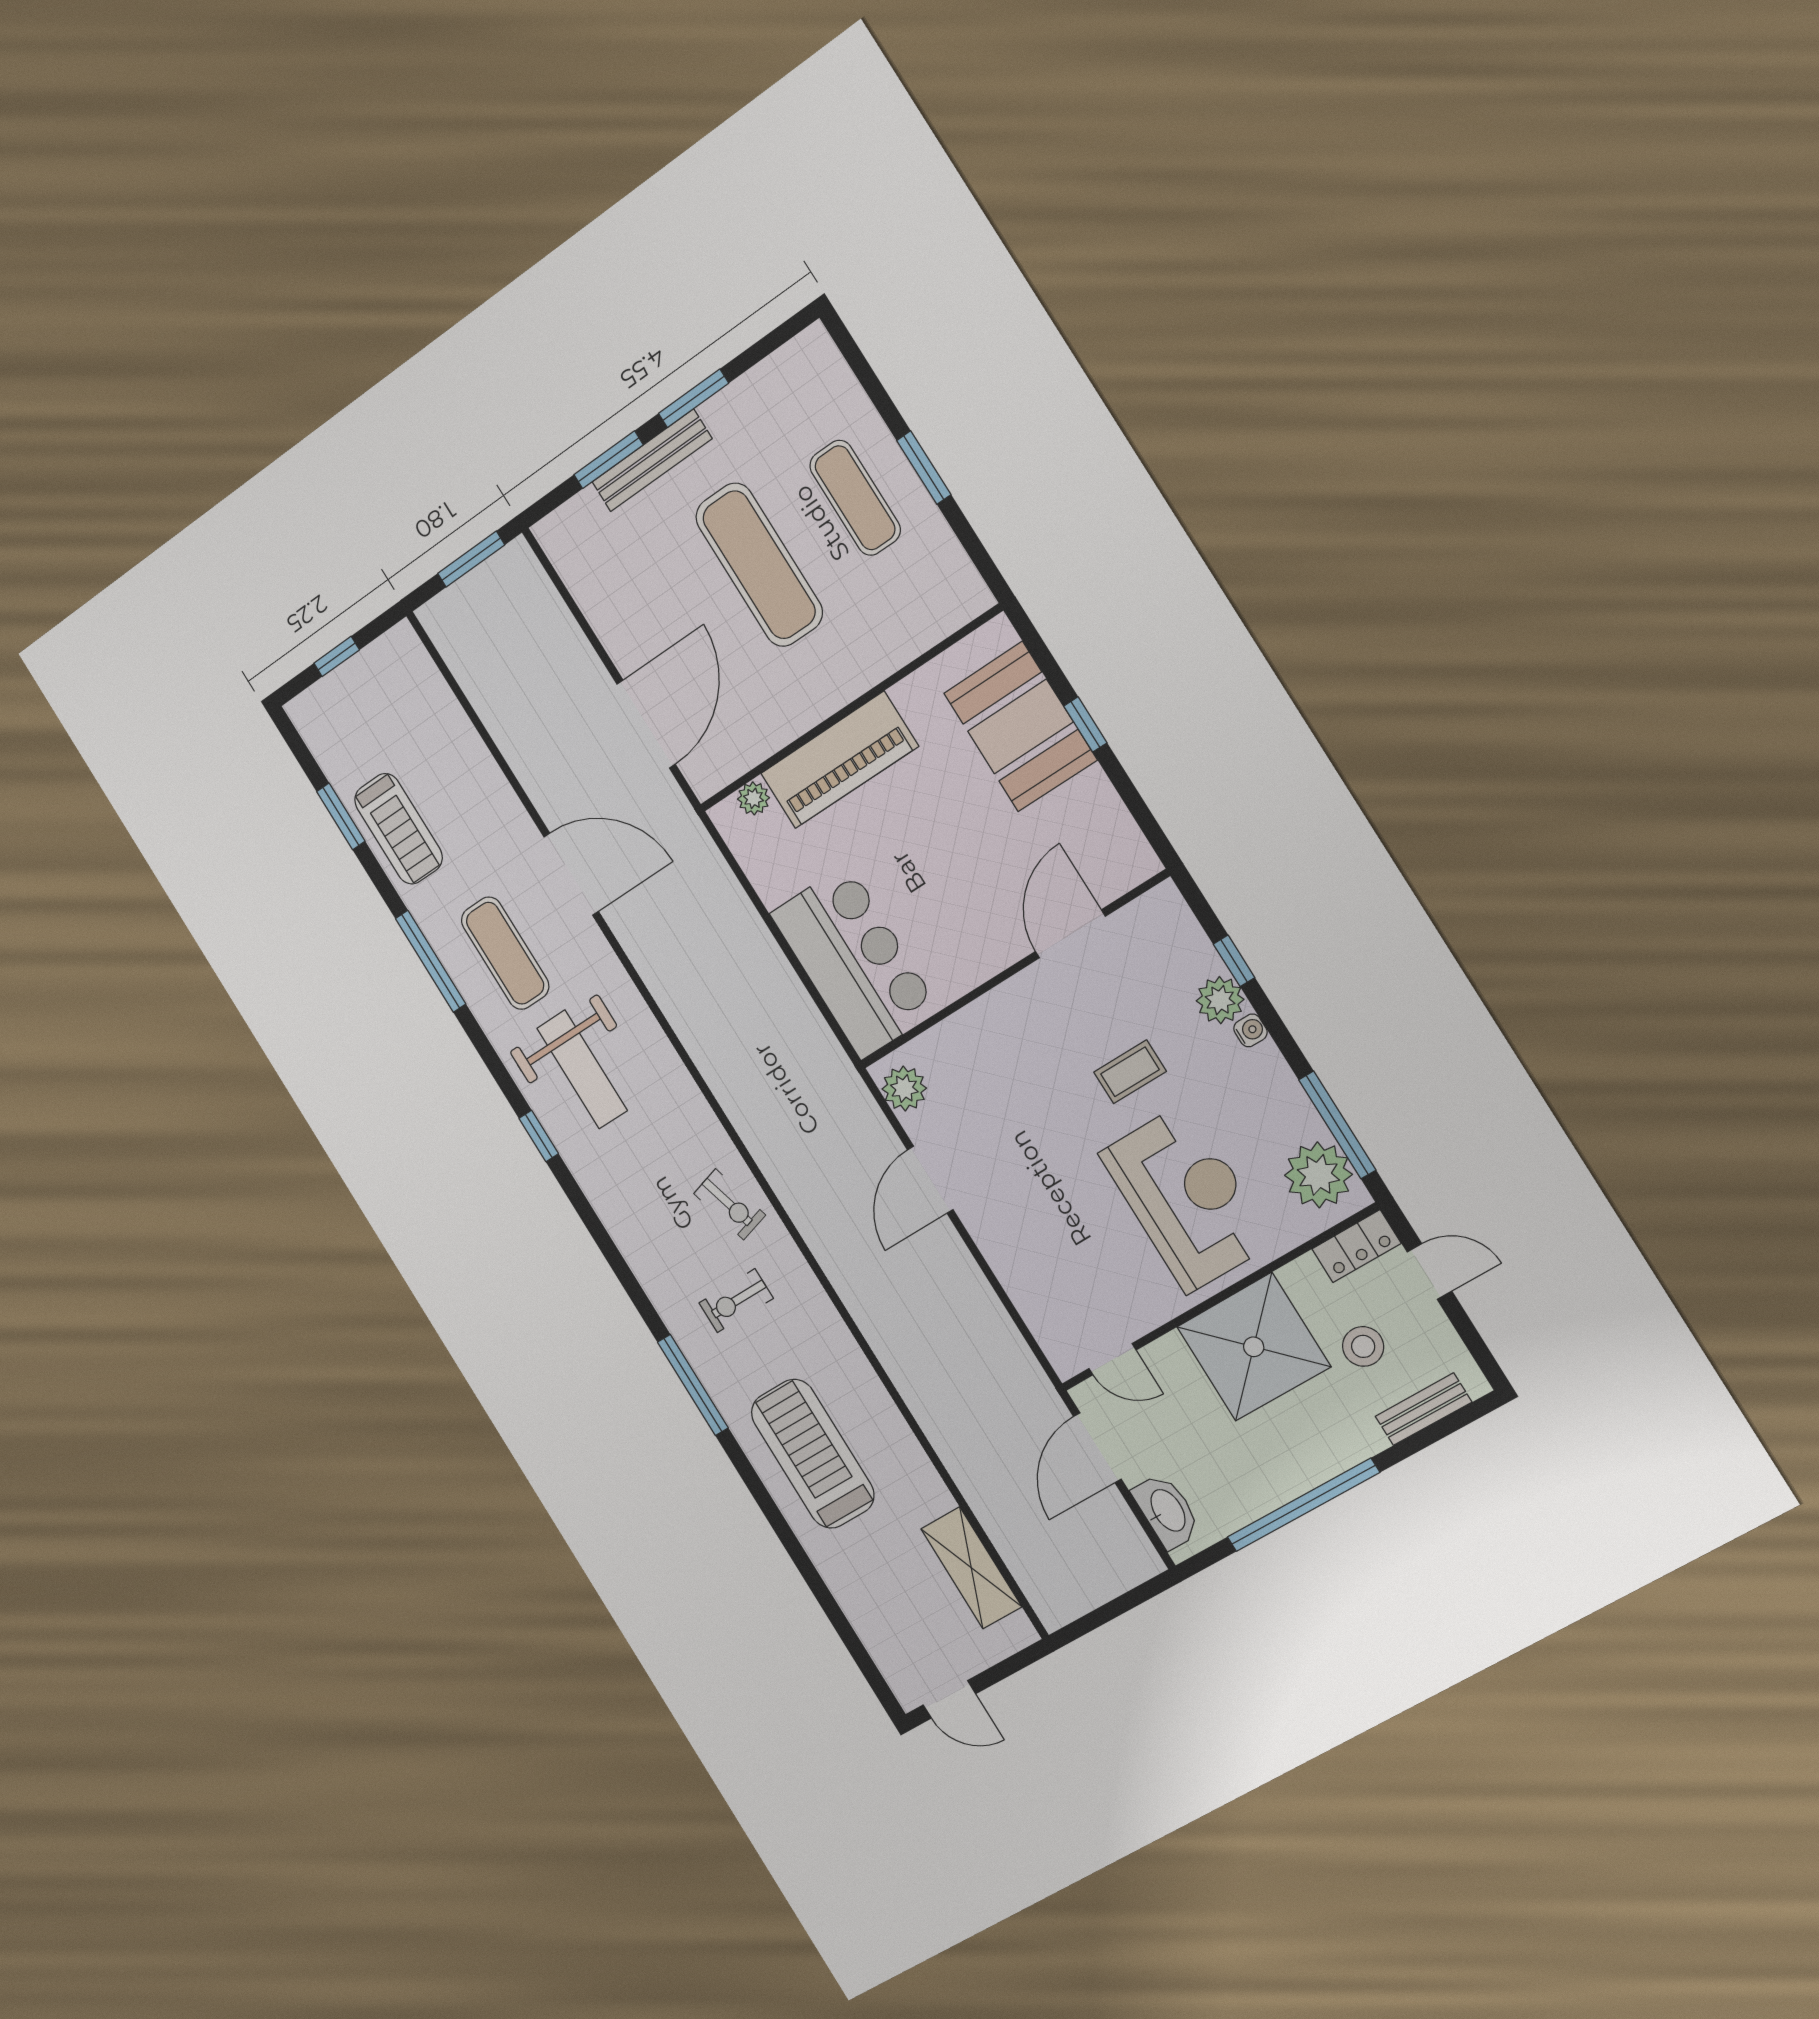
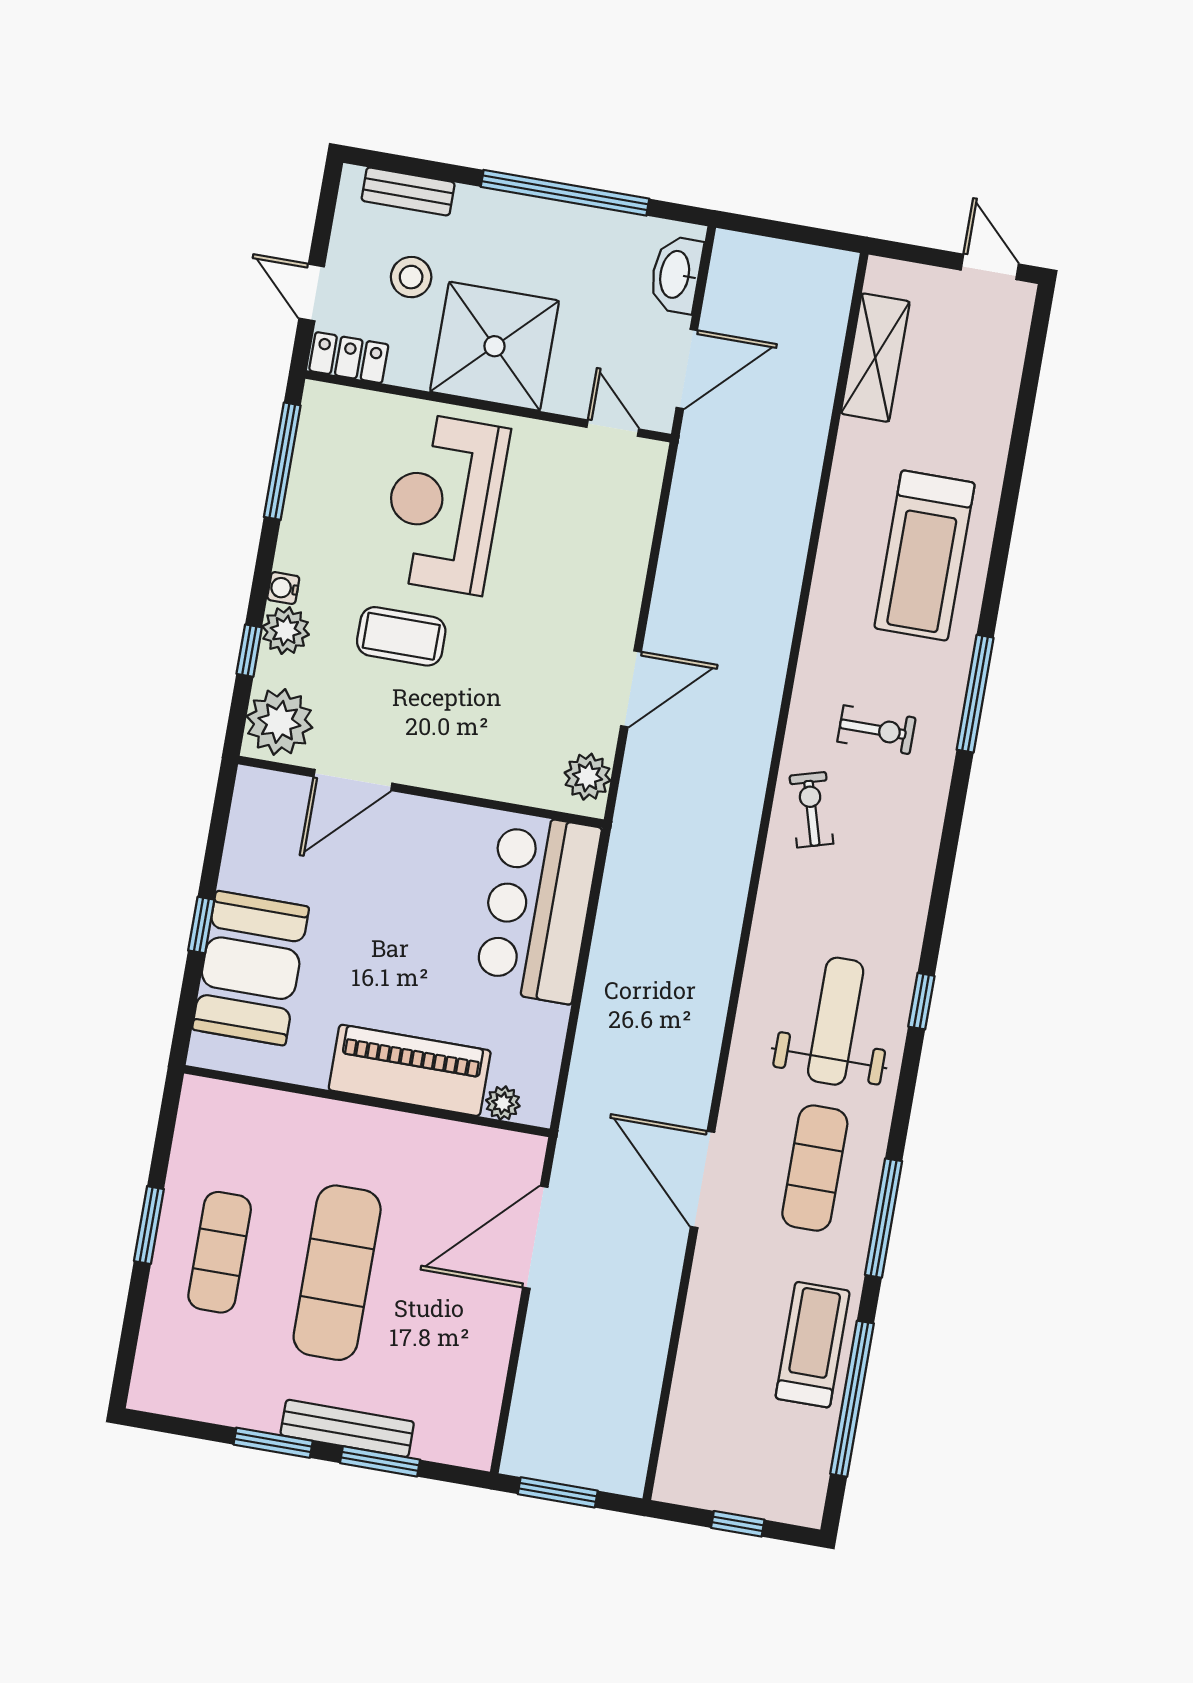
window: (341, 816) -> (852, 1399), width x2.11
coffee table: (1130, 1072) -> (401, 636), width x1.36, depth x1.30
plant: (1318, 1175) -> (279, 722), moved

